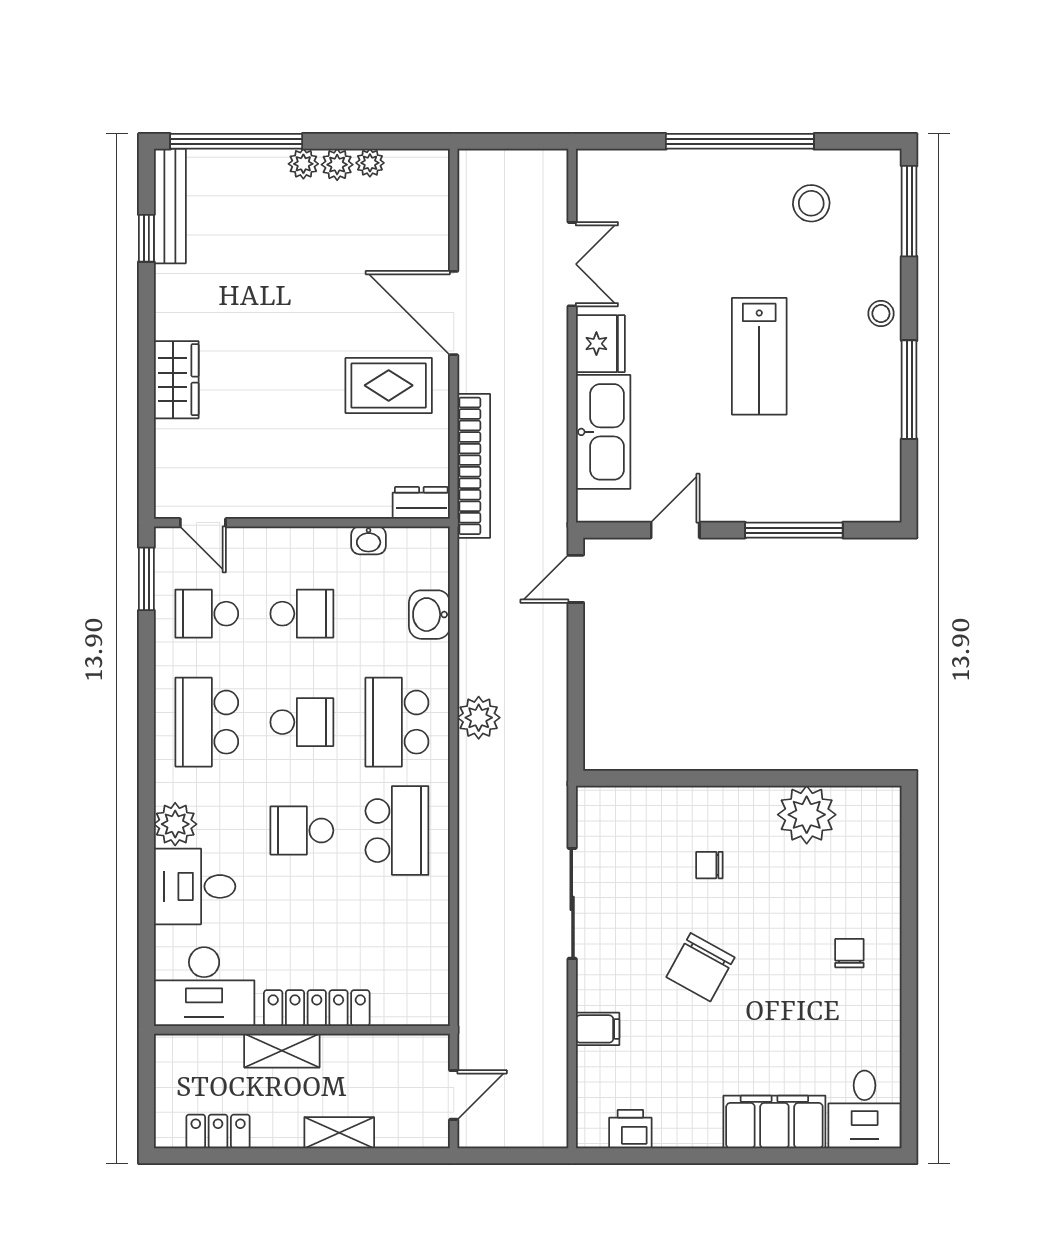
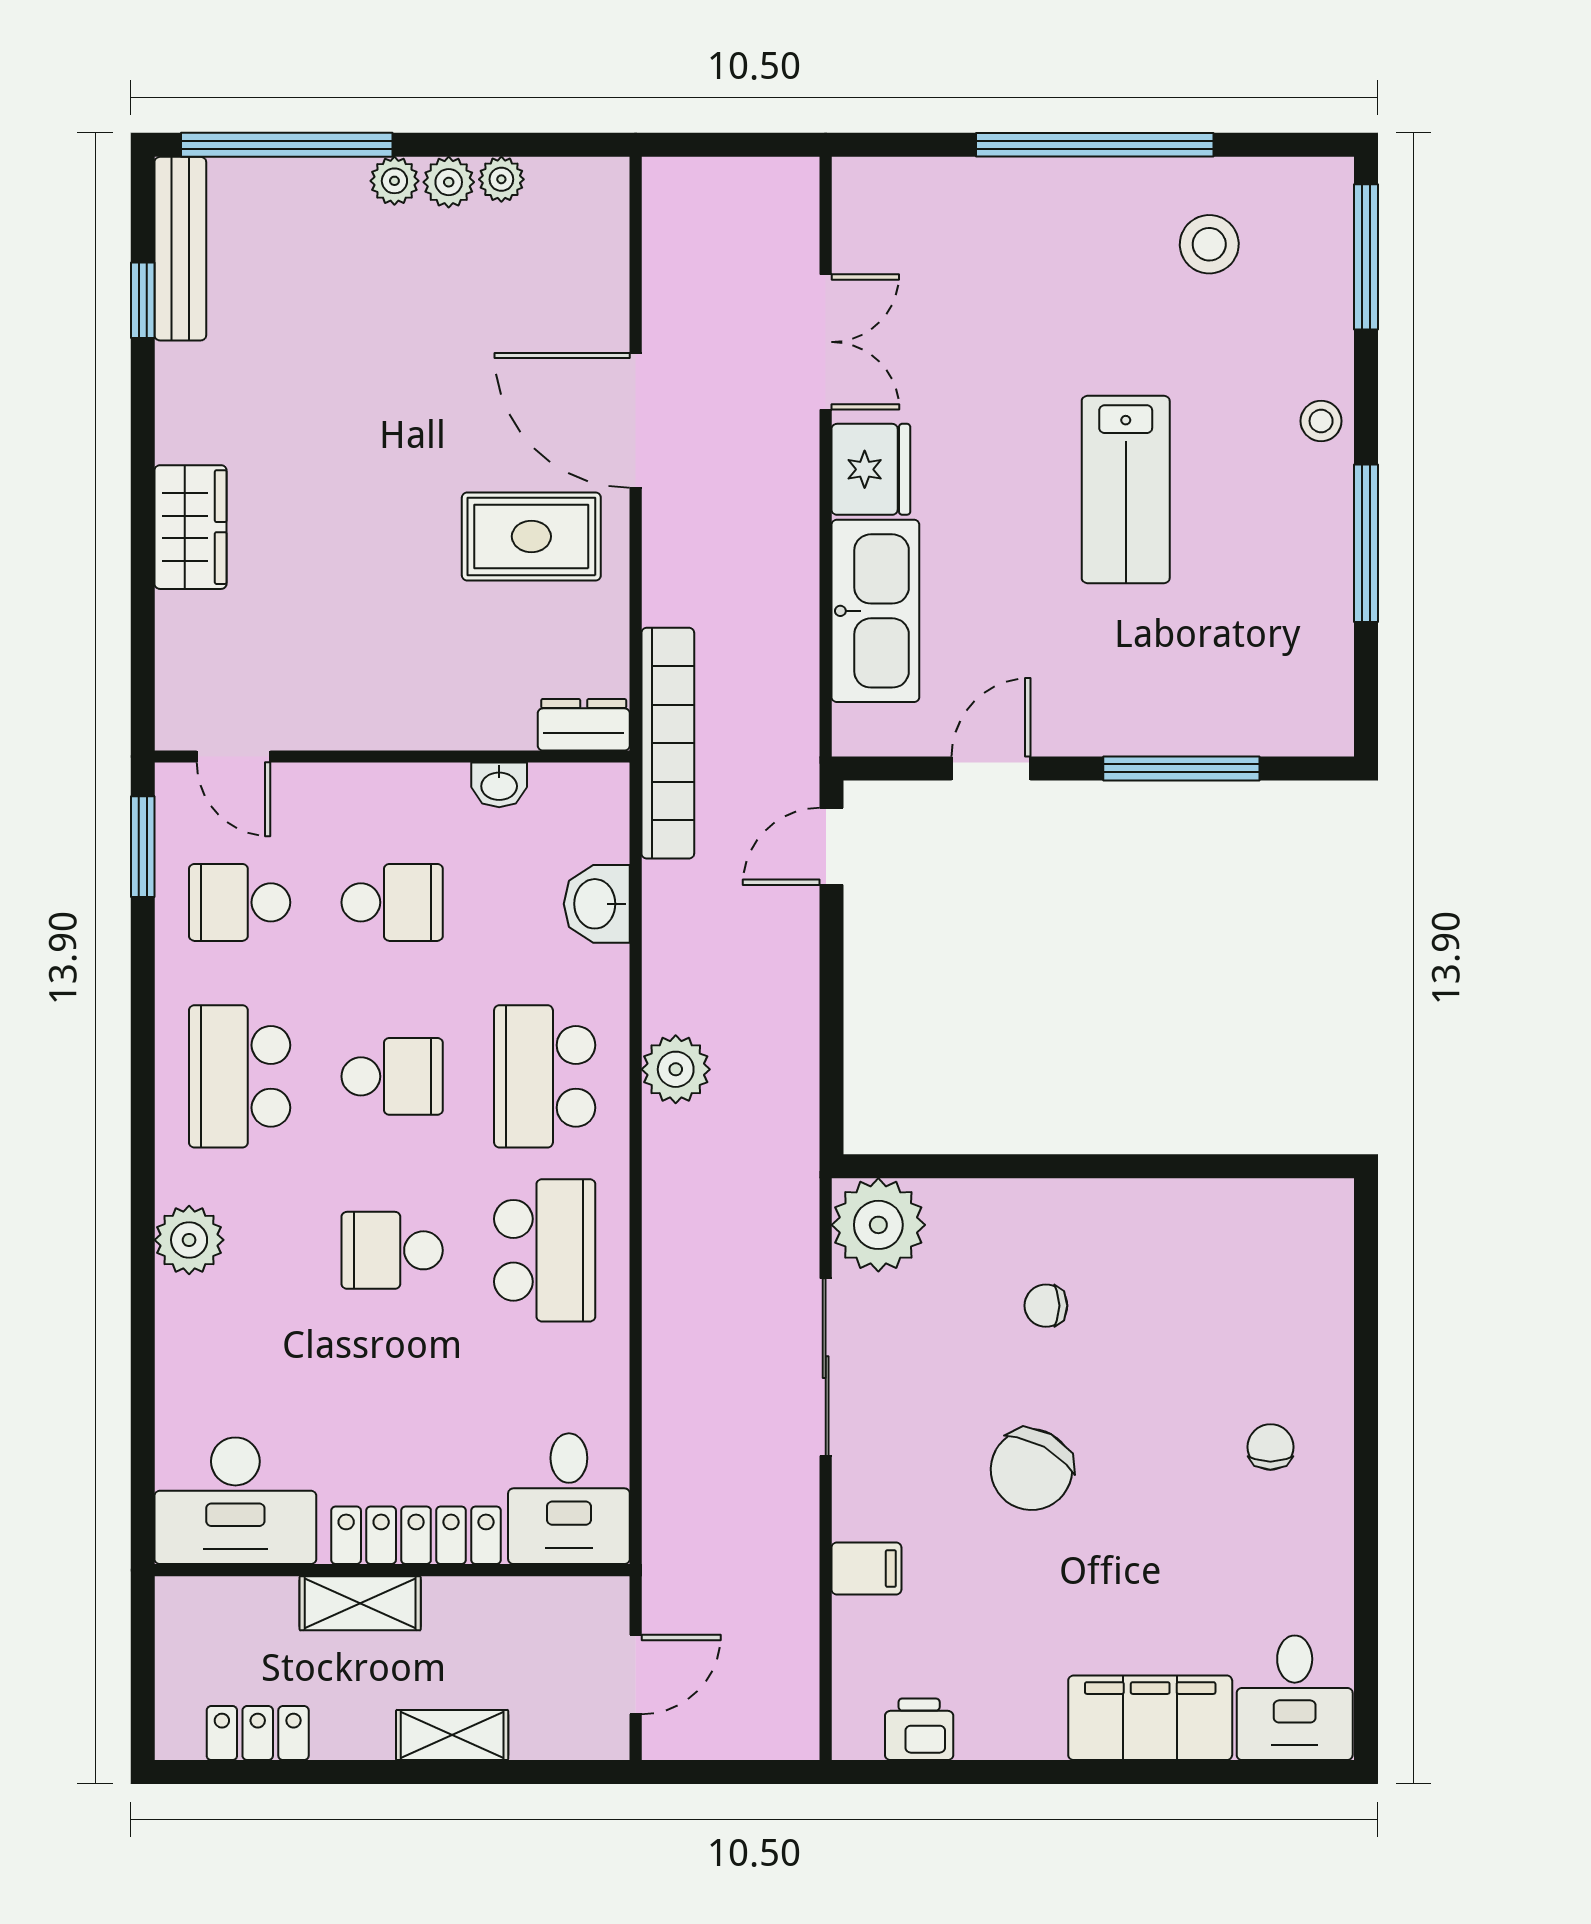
bookcase: (474, 466) -> (668, 743), moved
plant: (807, 815) -> (878, 1225), moved
desk: (195, 886) -> (569, 1499), moved, turned -90

